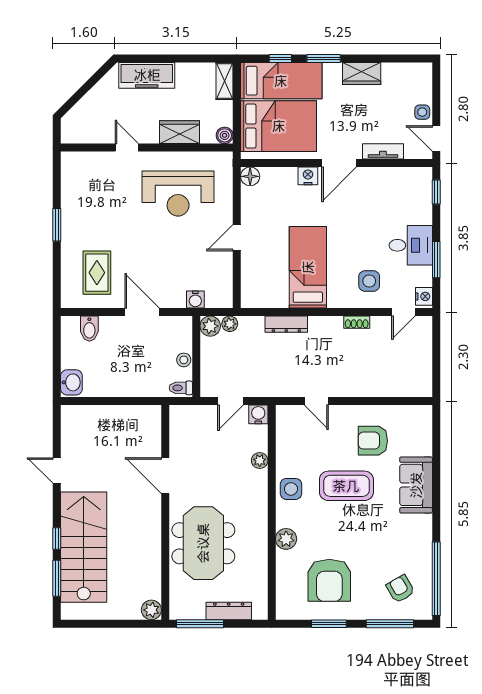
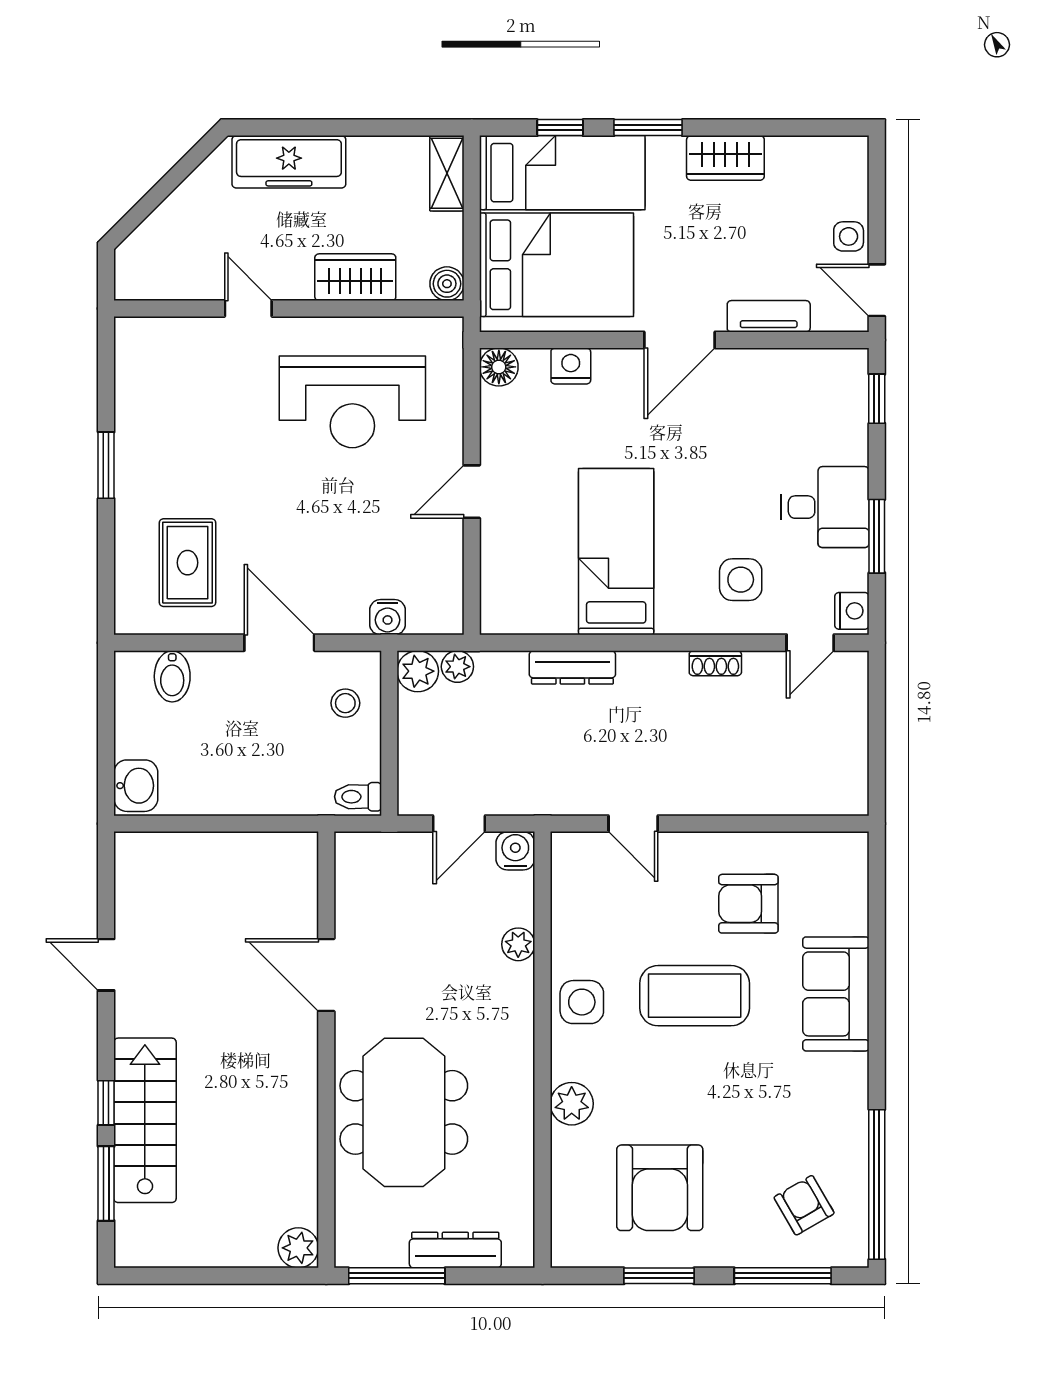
nightstand: (308, 176) -> (571, 366), moved
stool: (184, 360) -> (345, 703), moved
stairs: (84, 547) -> (145, 1120), width x0.73, depth x0.66

